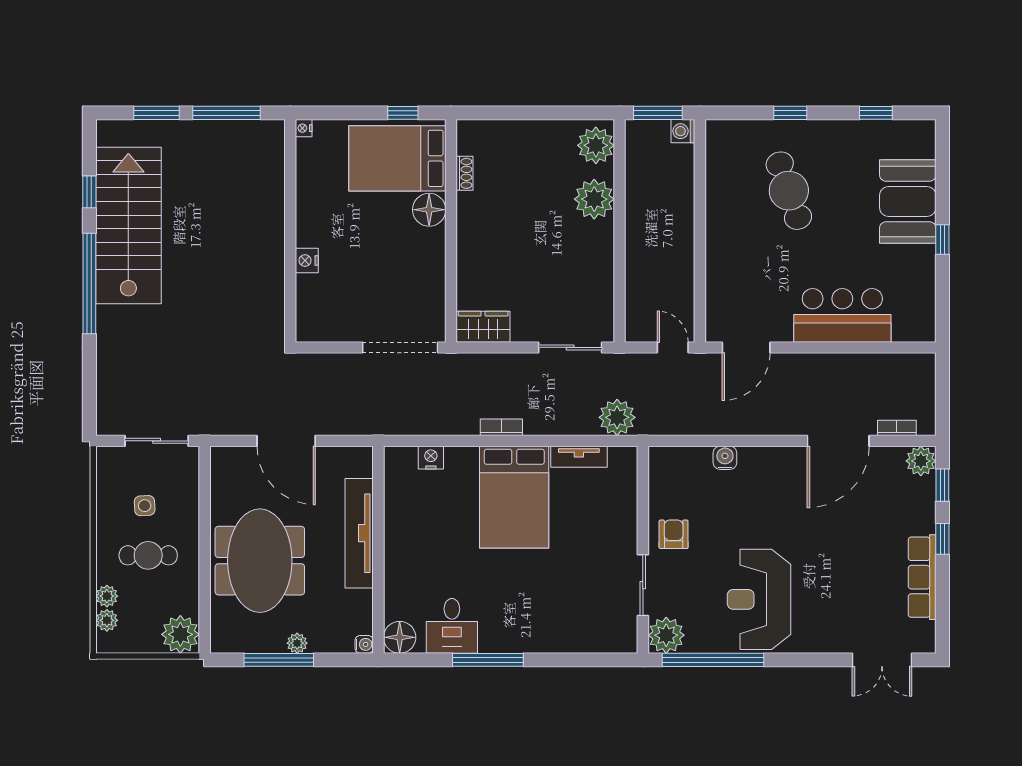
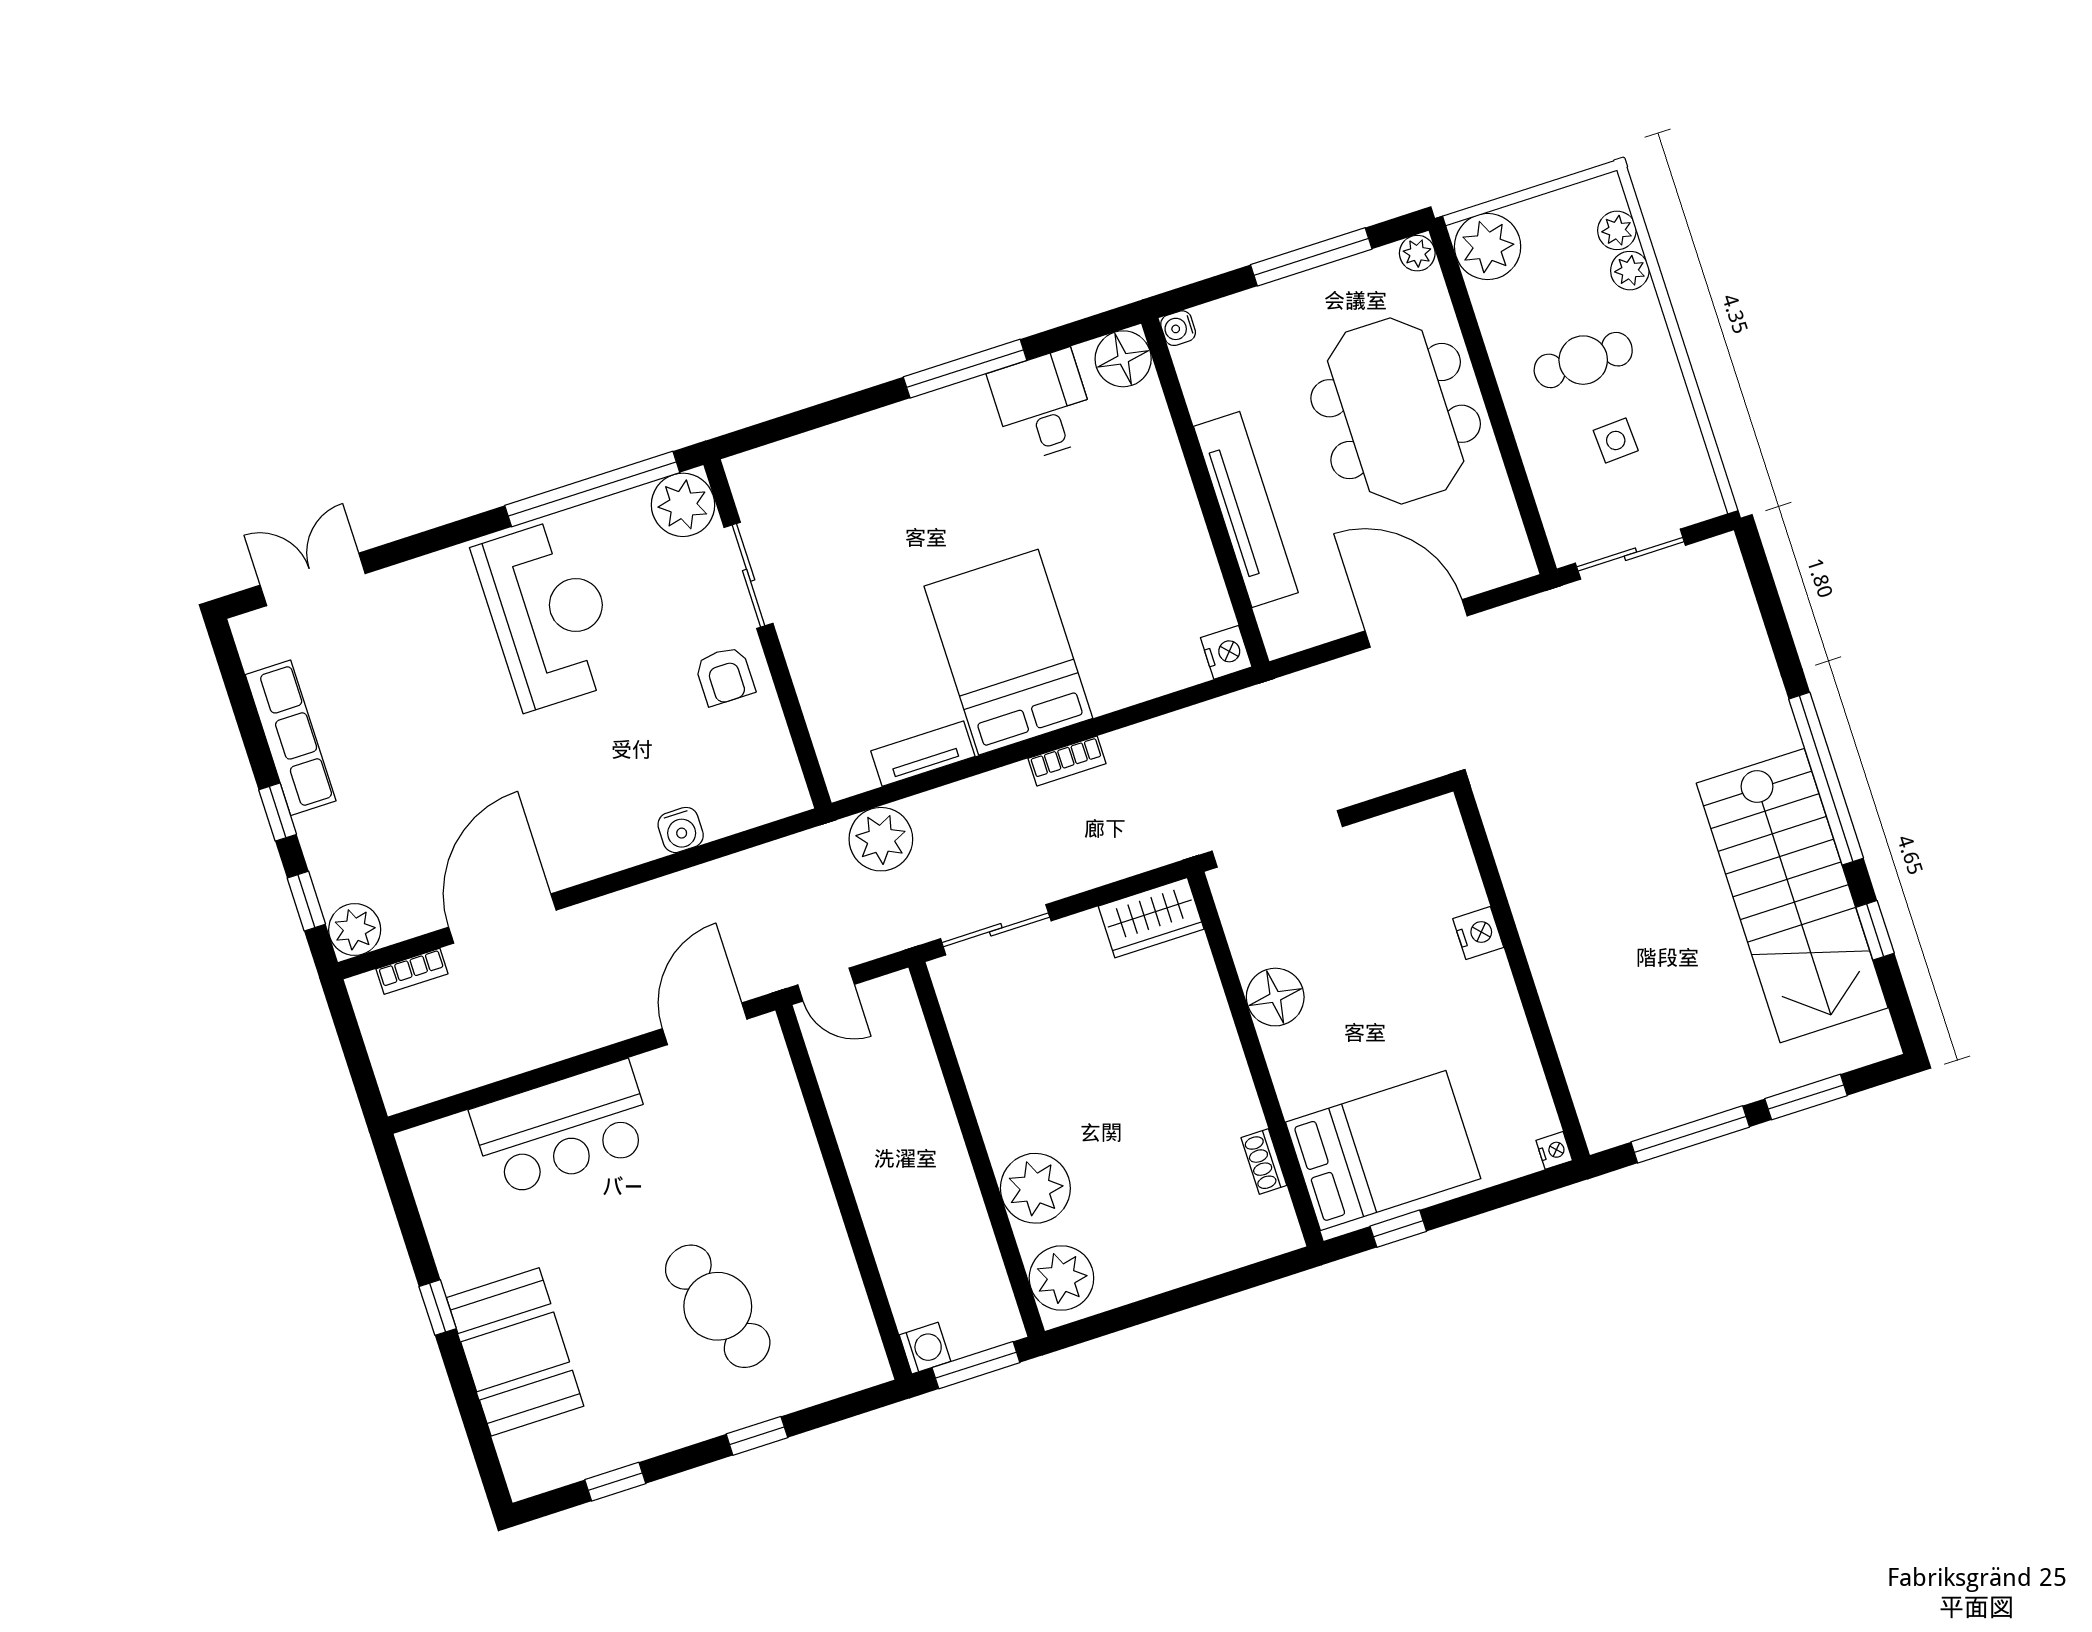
floor lamp: (429, 210) -> (1275, 997), moved
nightstand: (431, 458) -> (1226, 652), moved, turned -90
plant: (297, 643) -> (1417, 253), moved

